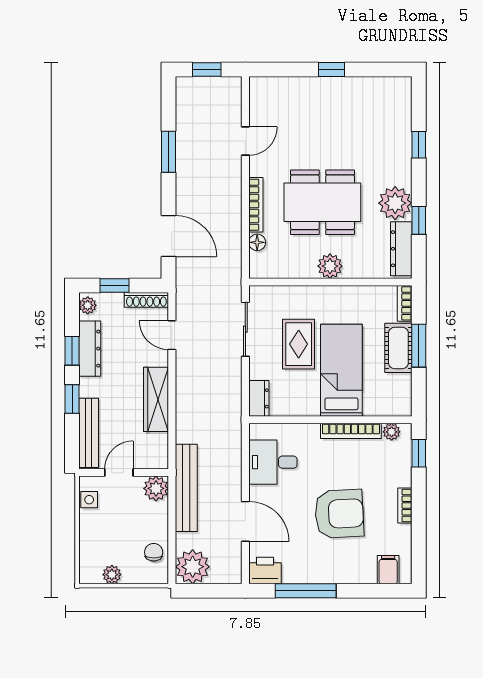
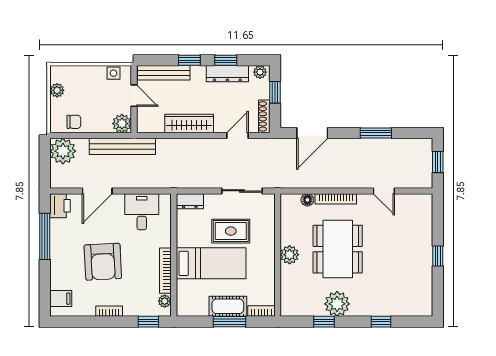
dresser: (401, 249) -> (303, 308), removed

